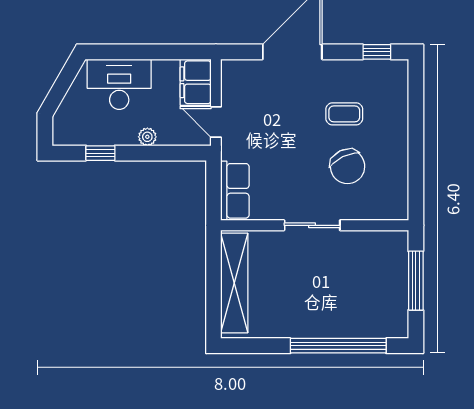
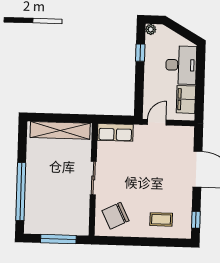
filing cabinet: (196, 82) -> (186, 99), moved, turned -90
coffee table: (344, 114) -> (161, 219), moved, turned 90
plant: (147, 137) -> (151, 29), moved
chair: (348, 166) -> (115, 216), moved

